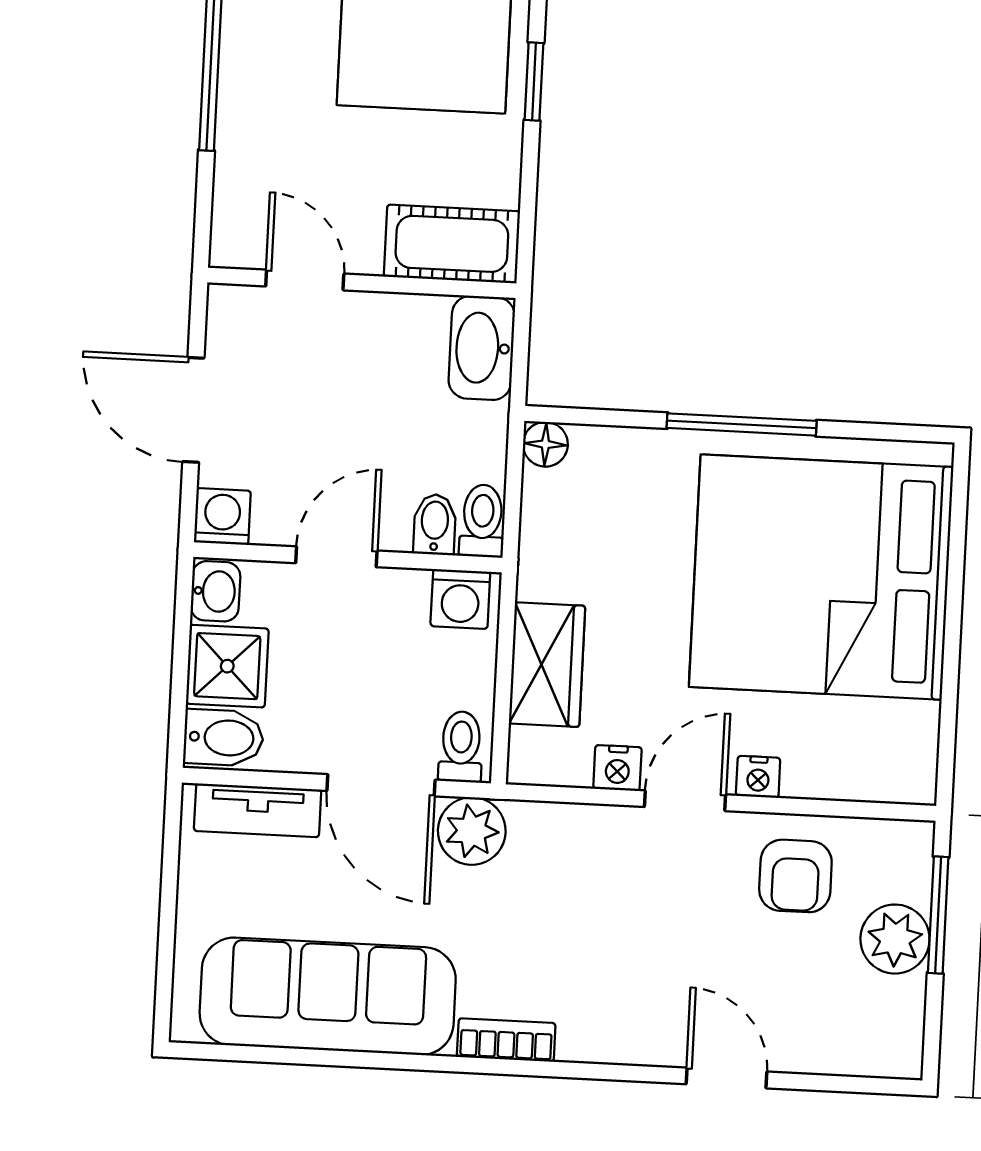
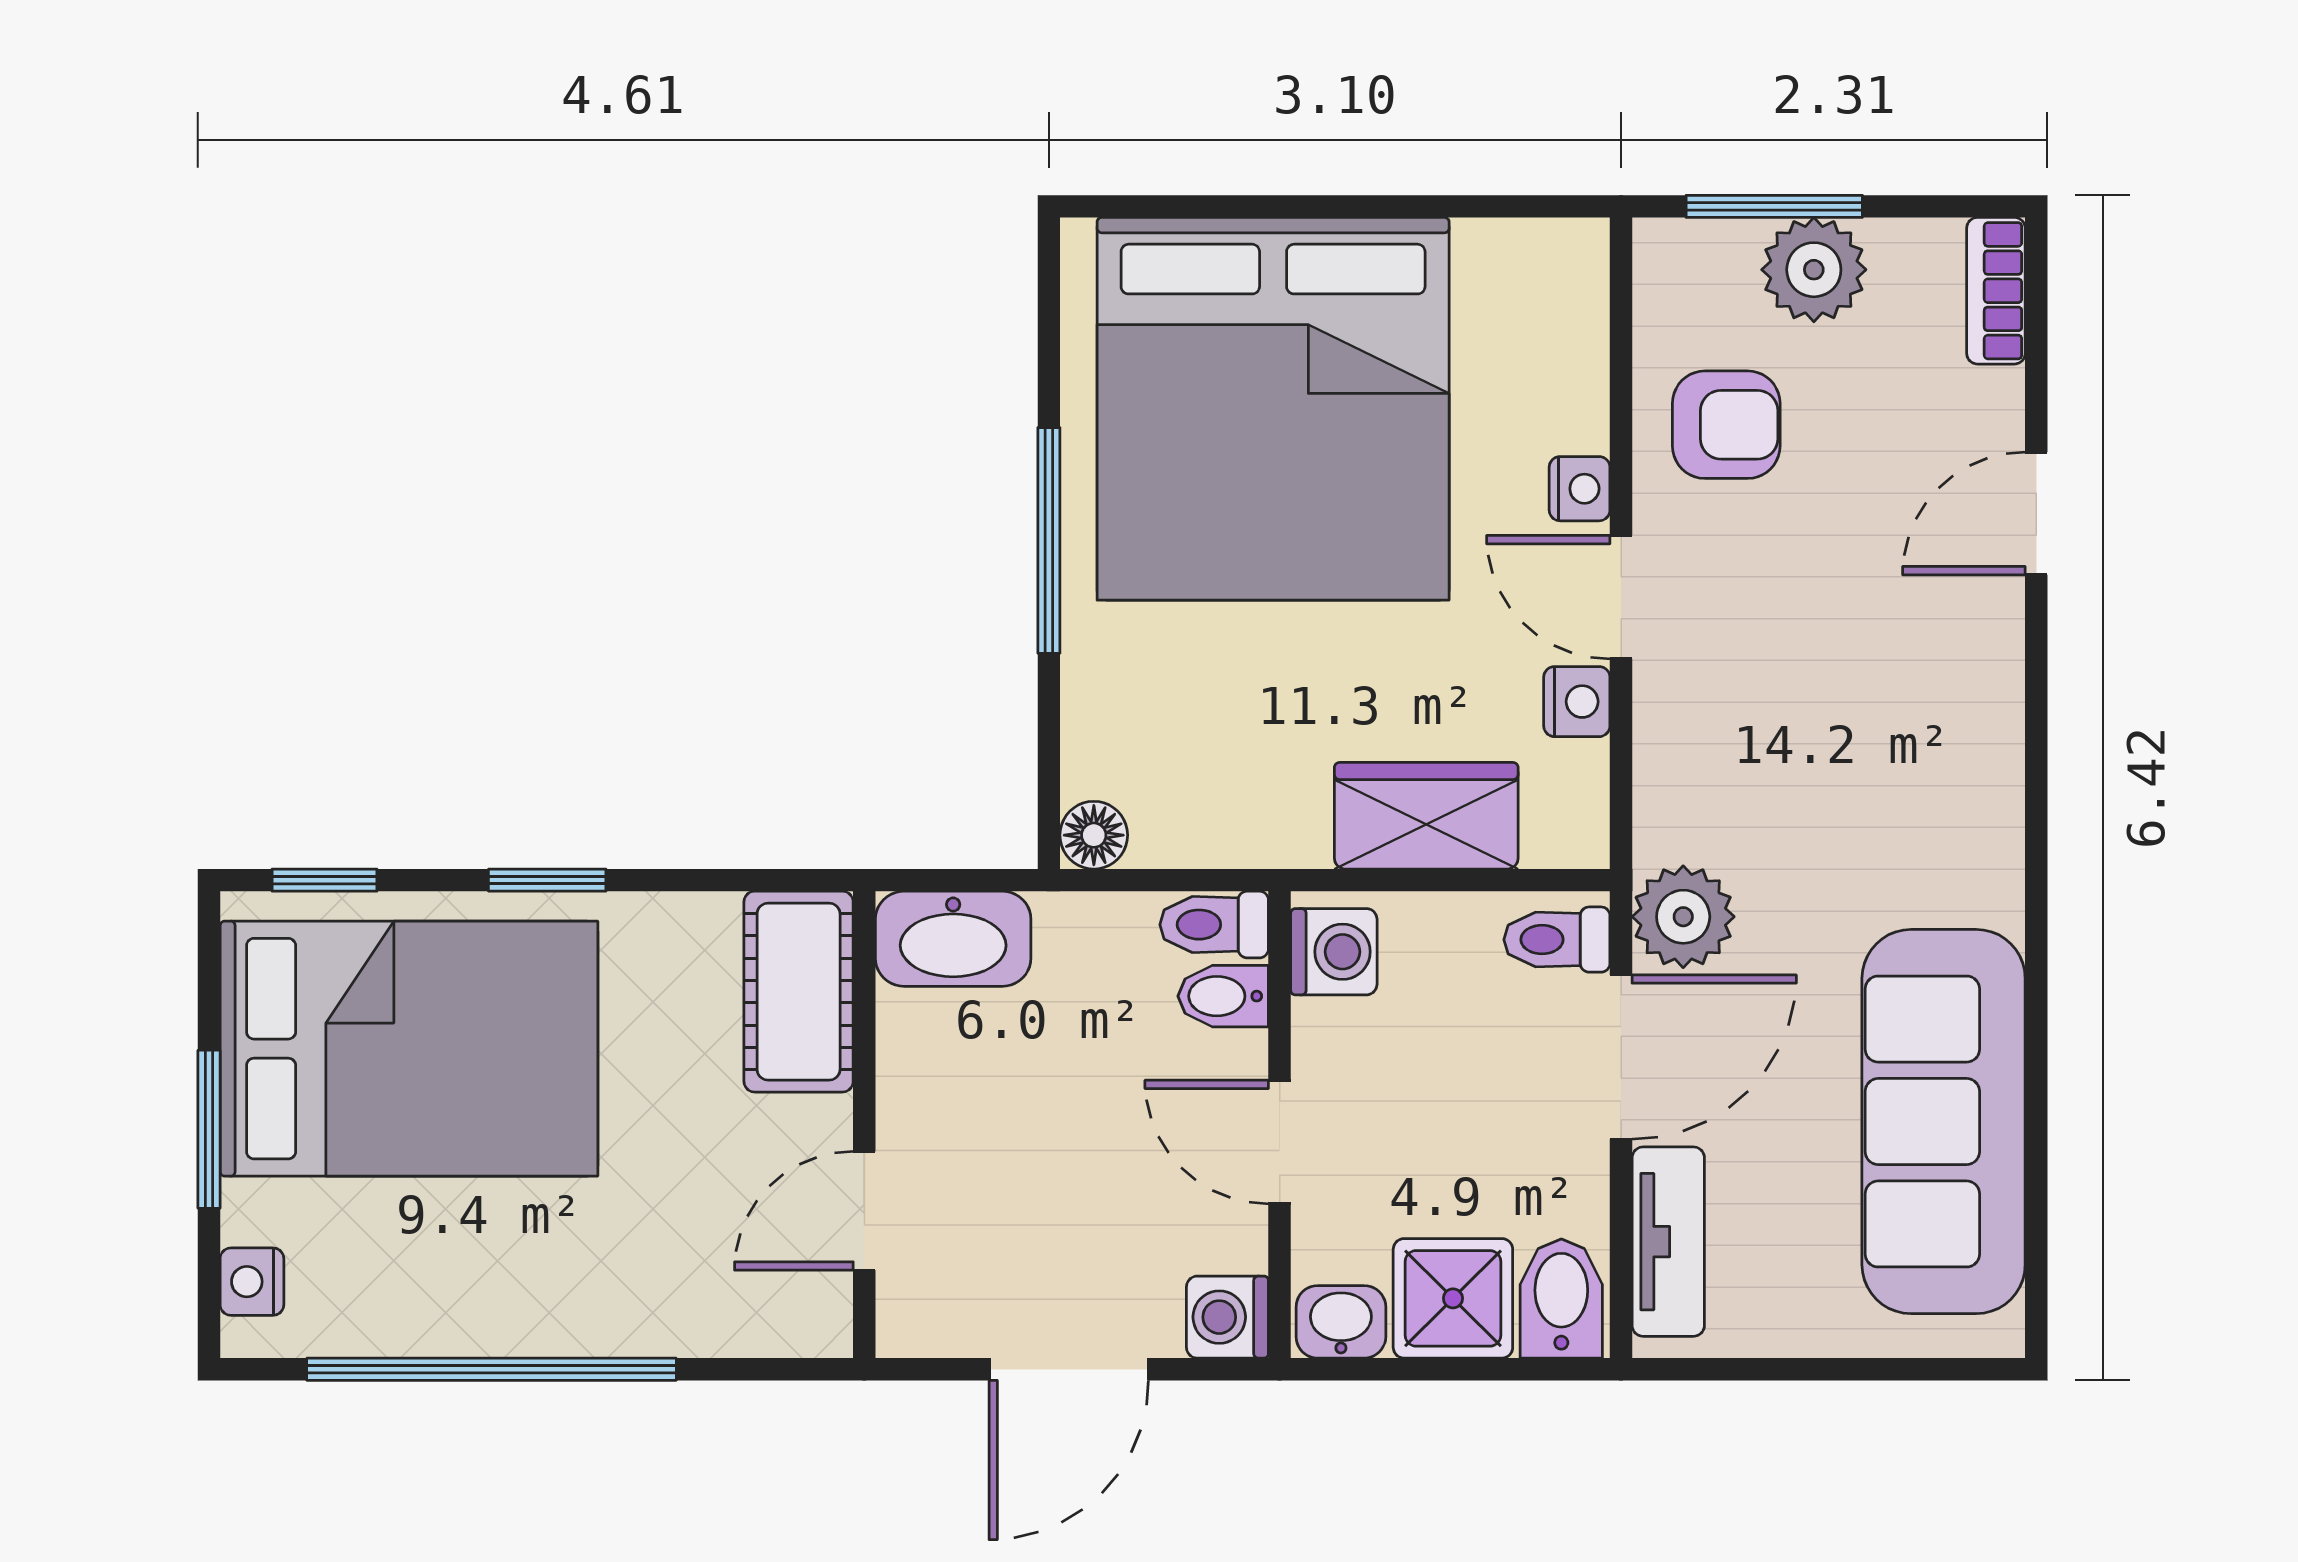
bookcase: (506, 1040) -> (1996, 291), moved

